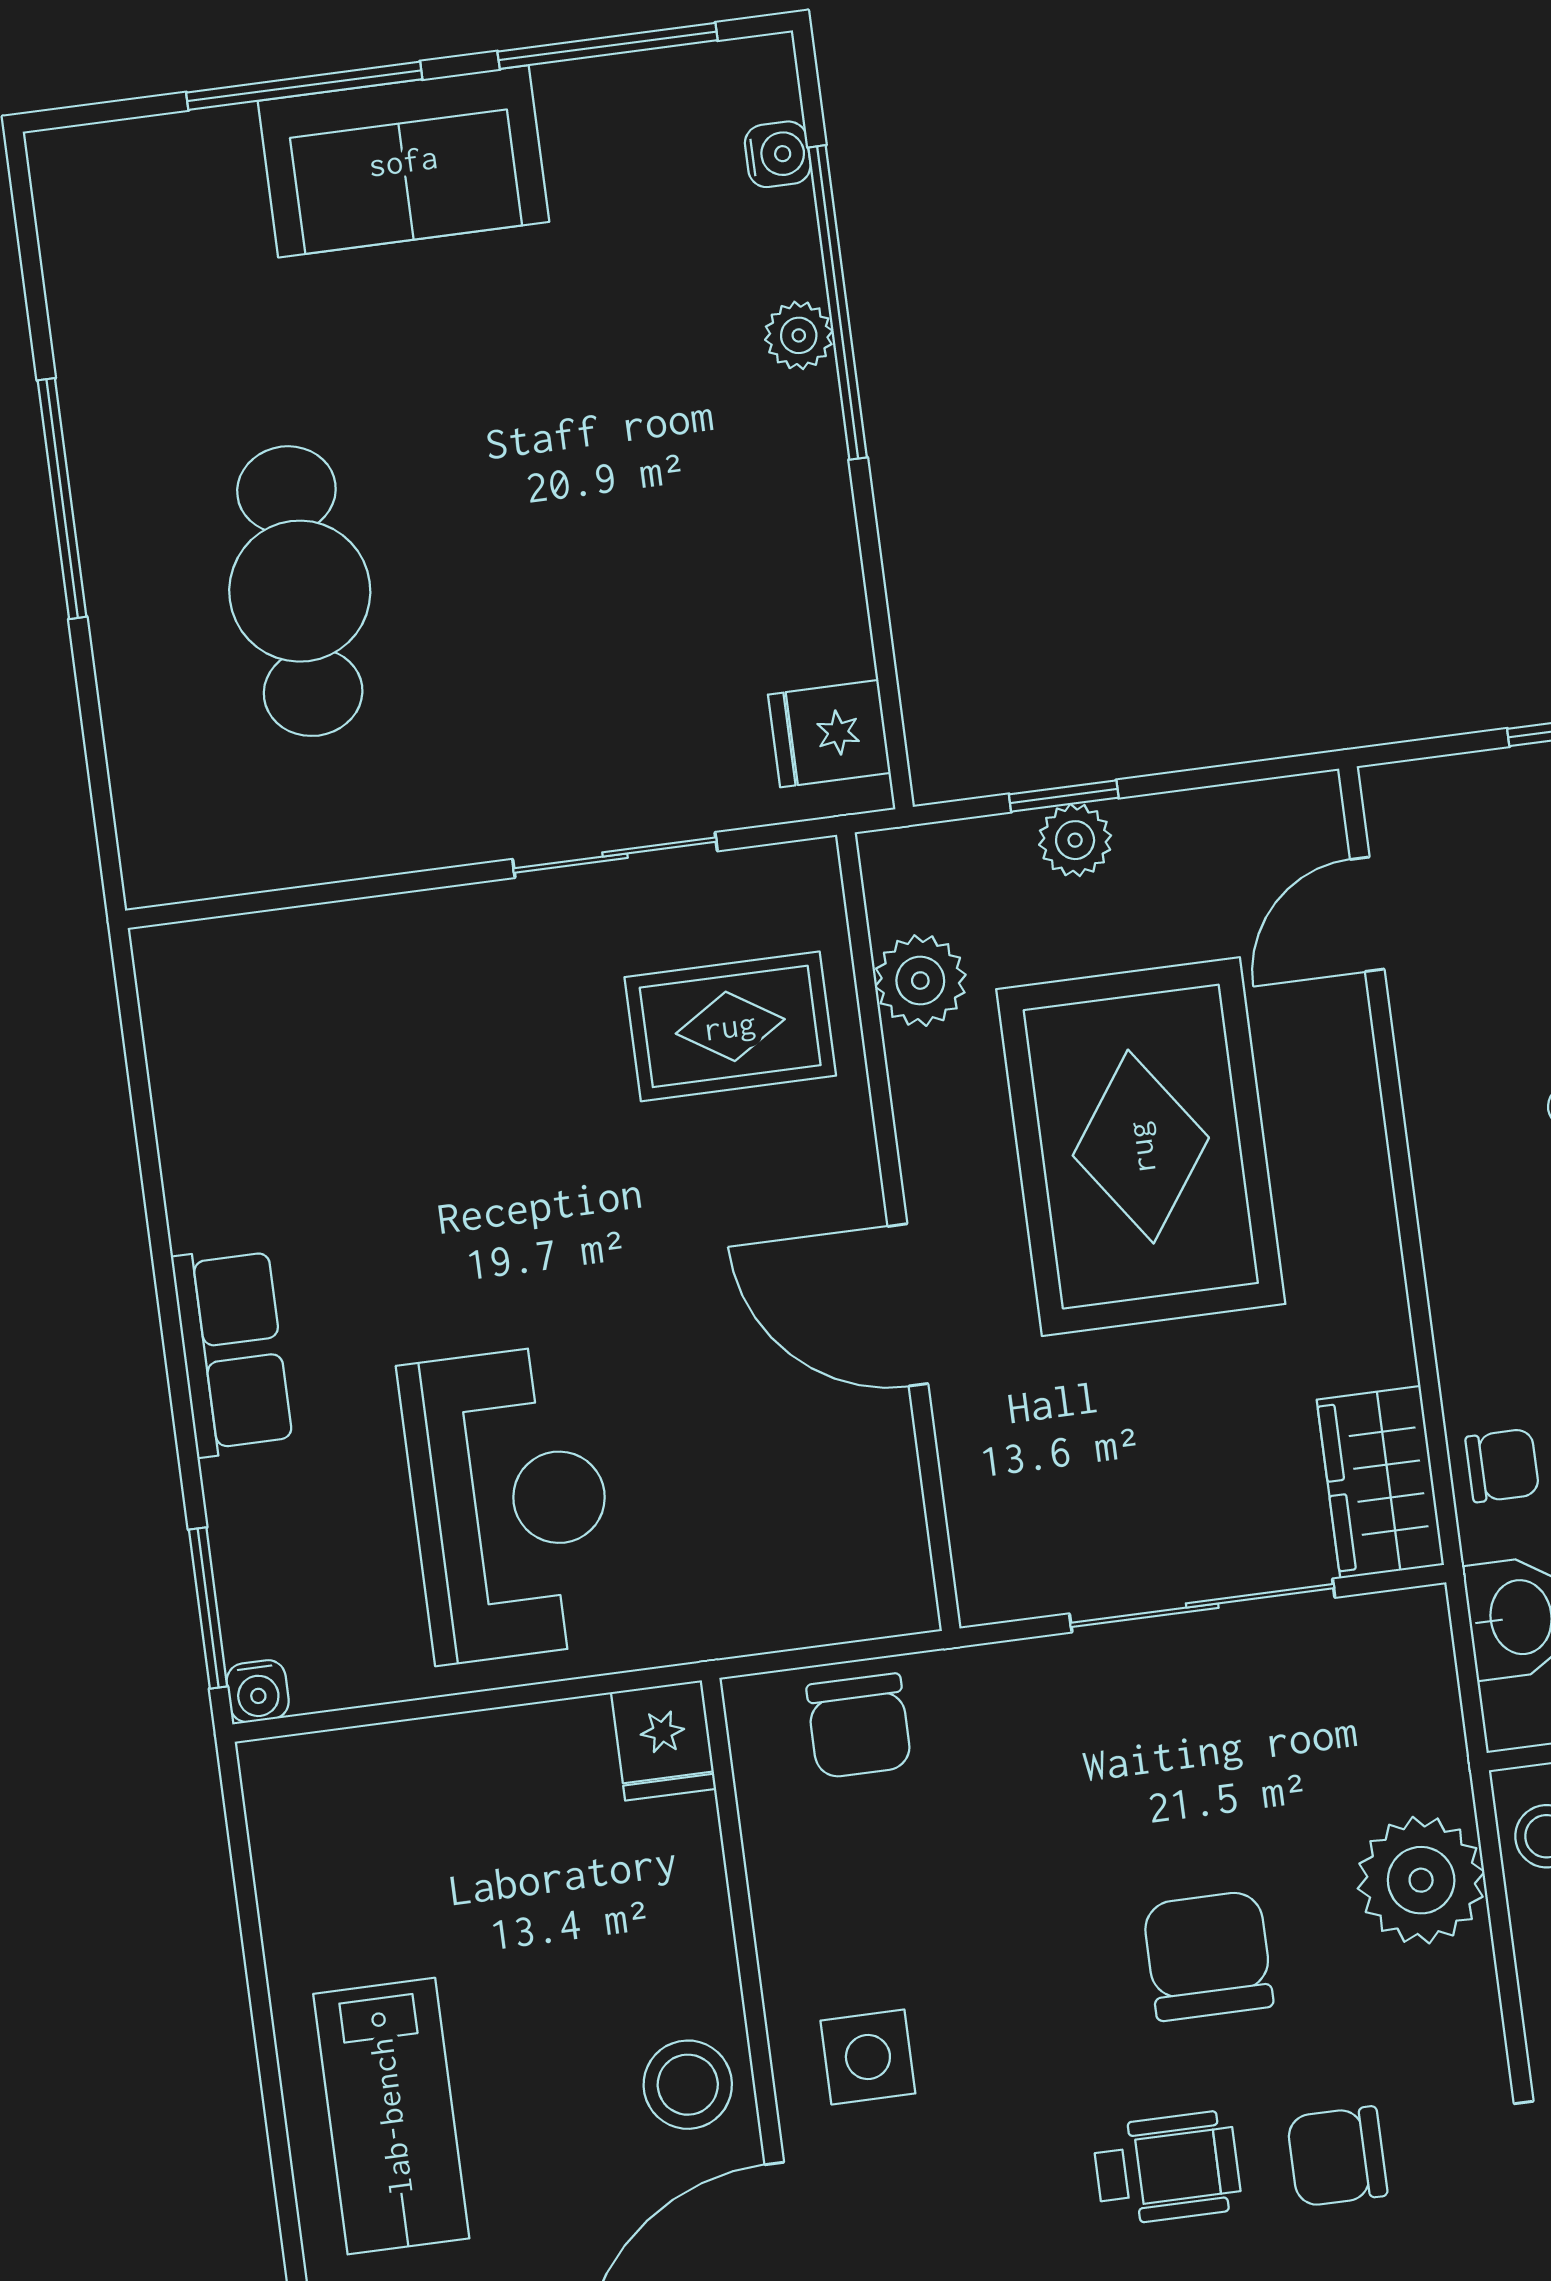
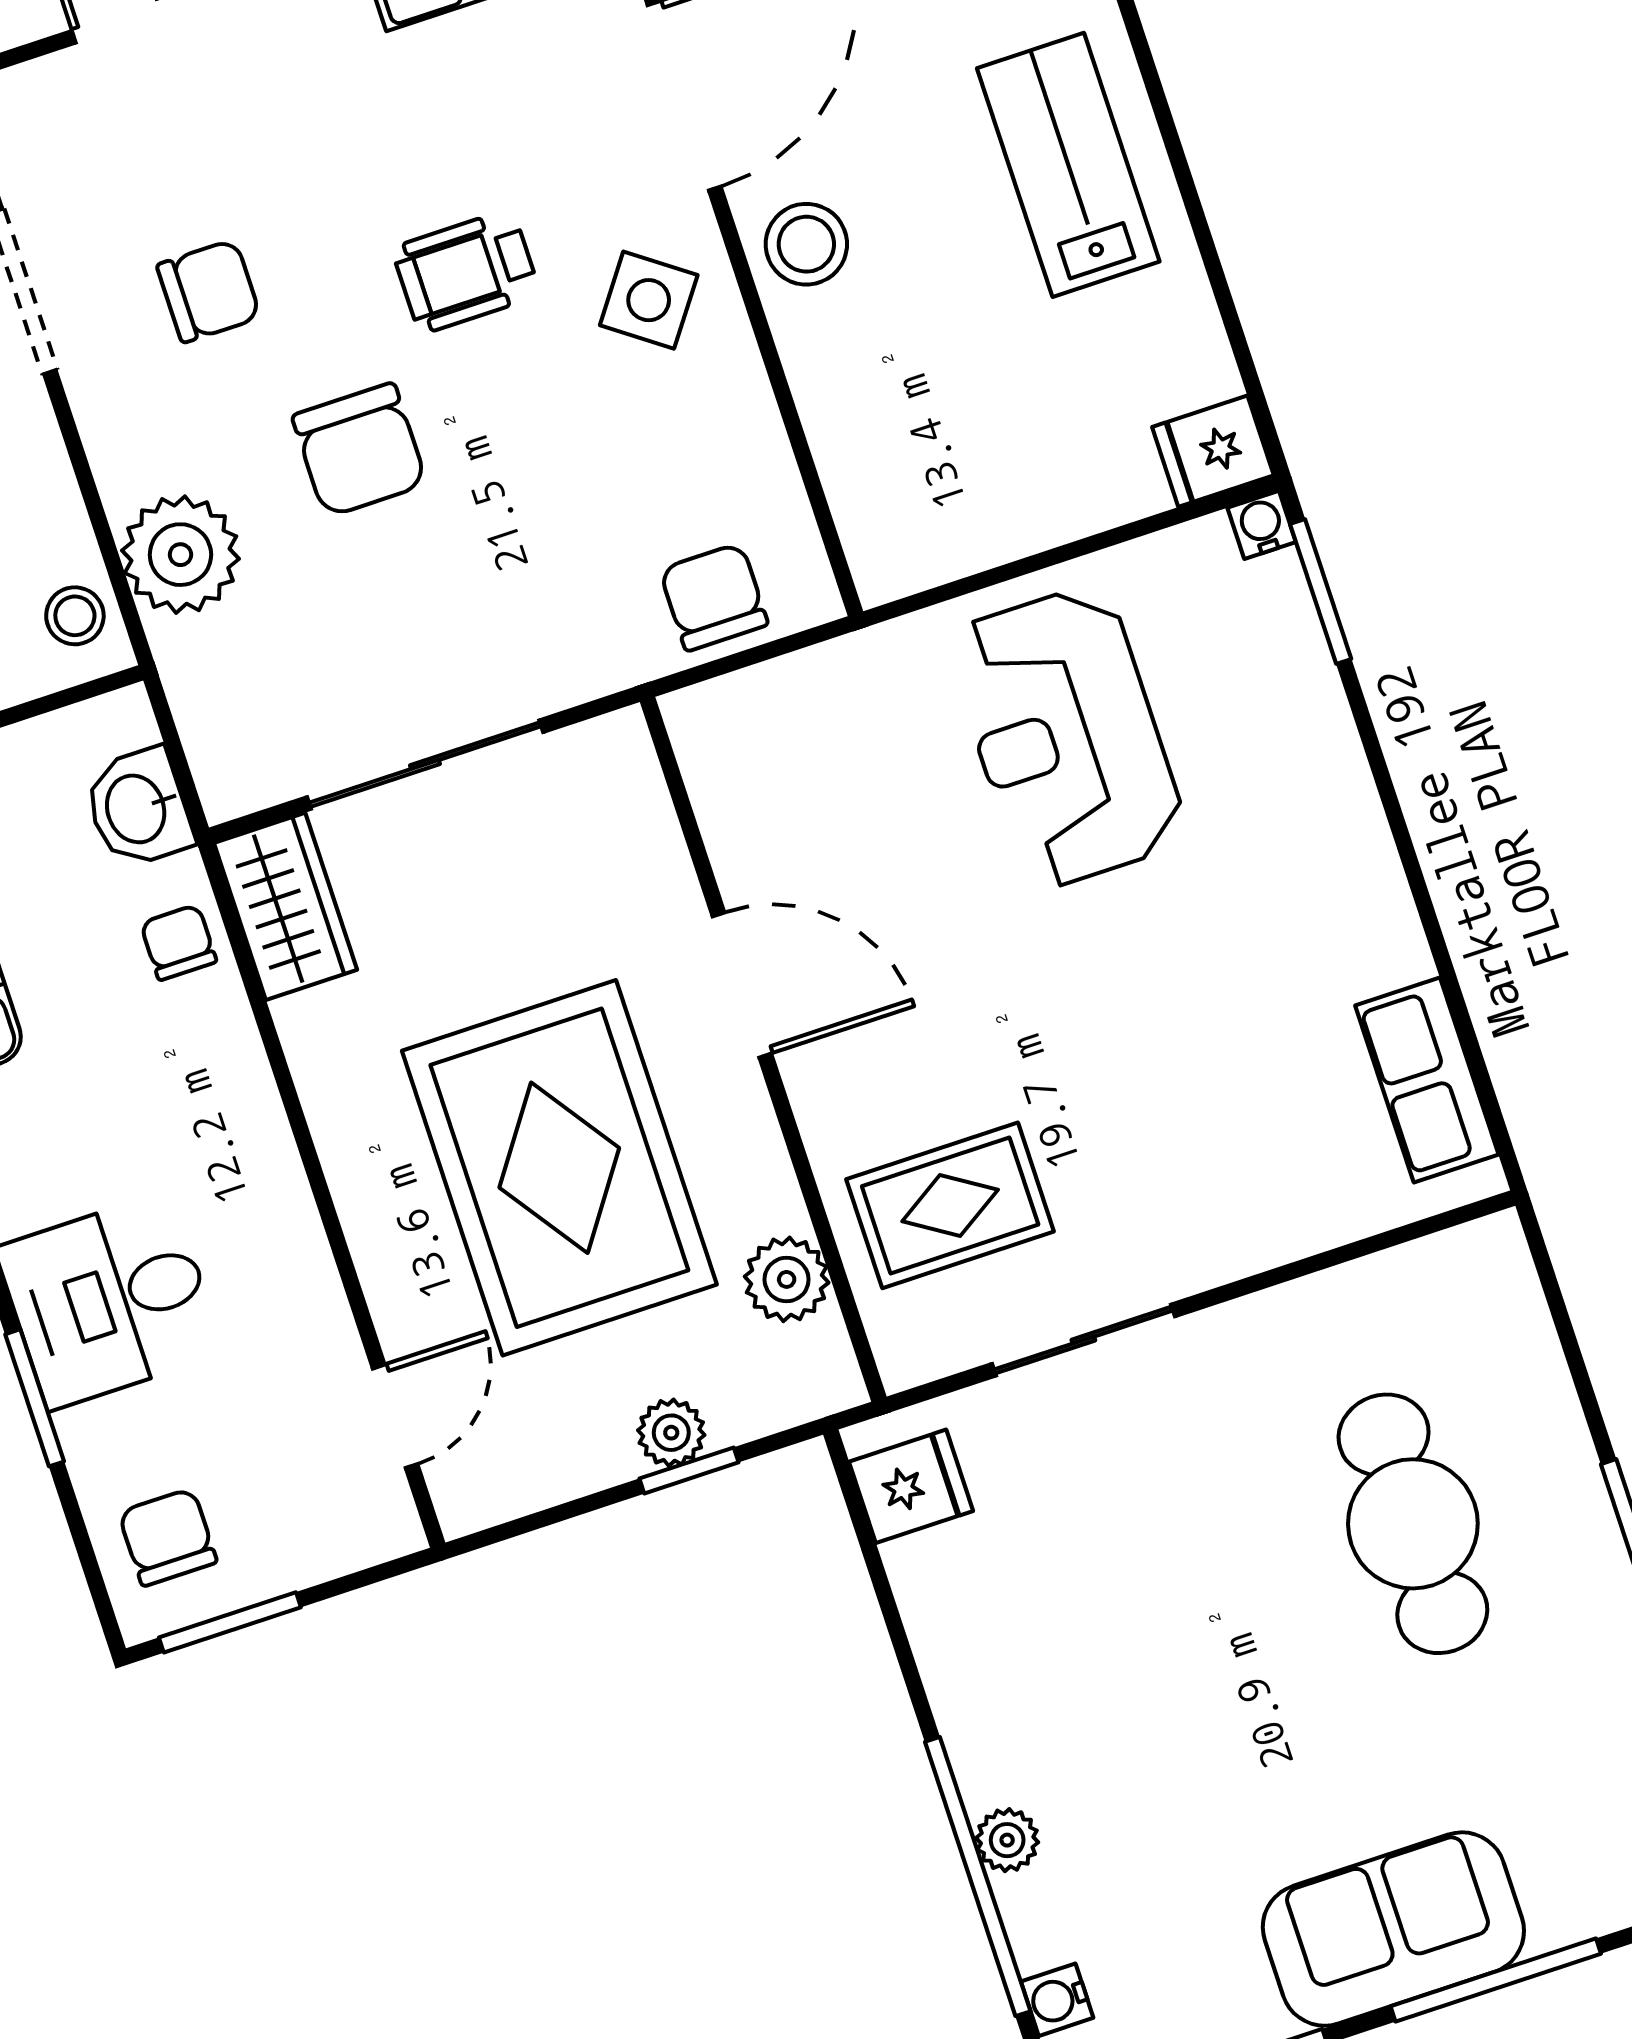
row of seats: (232, 1351) -> (1427, 1080), moved
chair: (1502, 1465) -> (178, 942), turned 90
fridge: (664, 1740) -> (1213, 451), moved, turned -90
side table: (868, 2057) -> (649, 300), turned 36
wheelchair: (1167, 2168) -> (466, 271), moved

